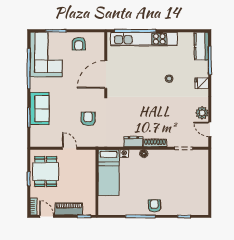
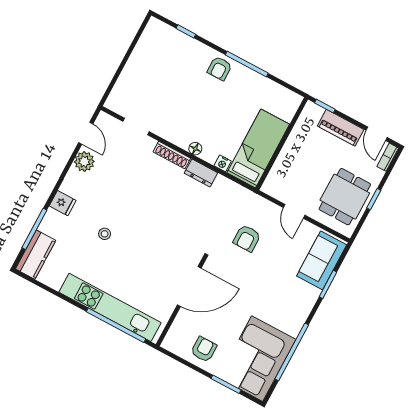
sofa: (39, 109) -> (322, 260), moved

